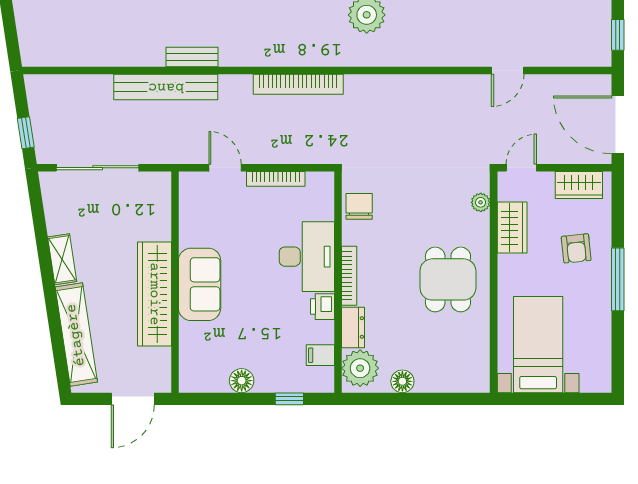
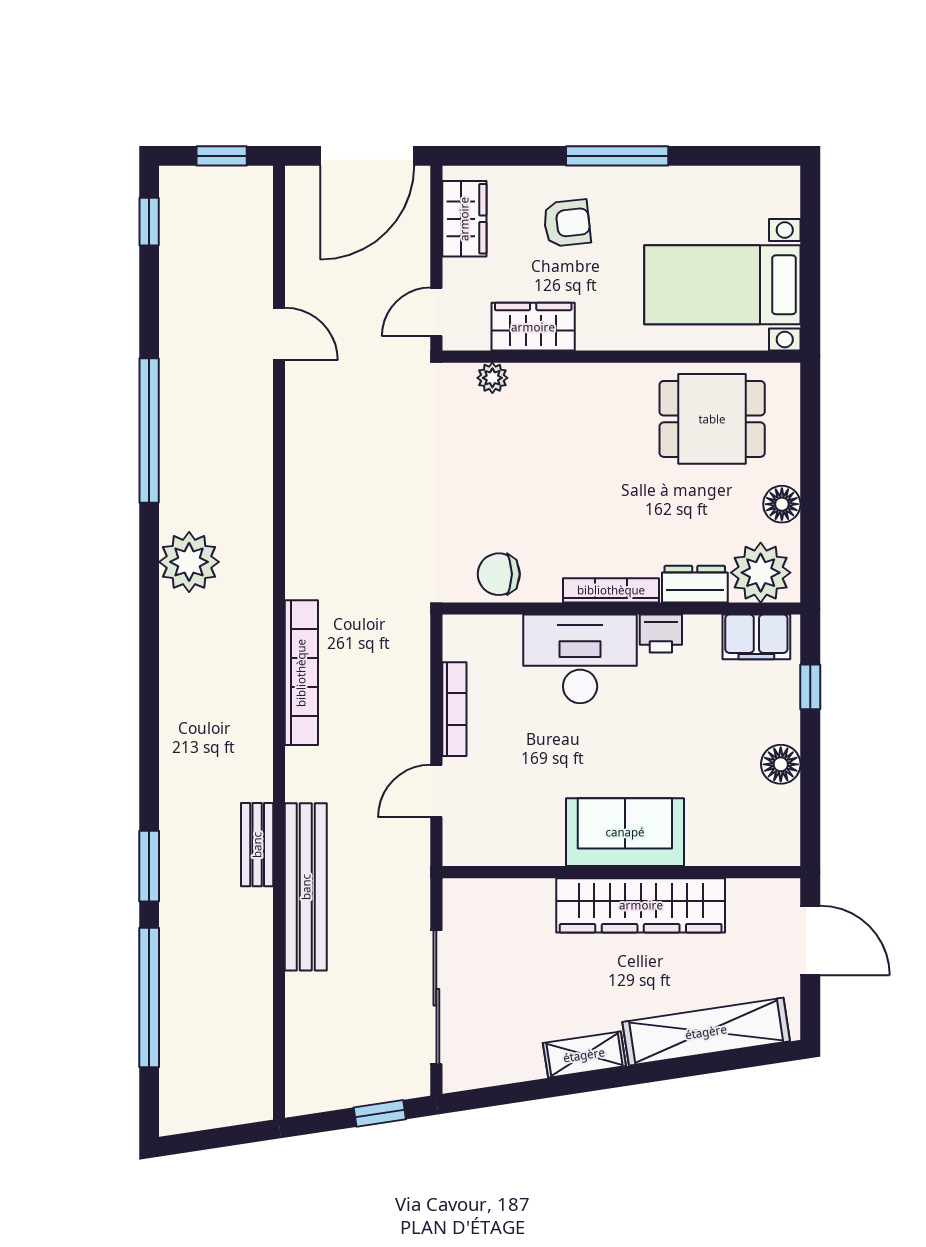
door: (521, 168) -> (436, 312), hinge flipped
dining table: (448, 279) -> (712, 419), moved
filing cabinet: (320, 355) -> (756, 637), width x2.00

